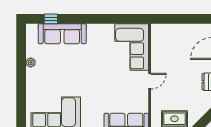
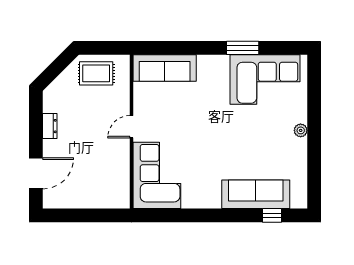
plant: (31, 63) -> (301, 130), moved

